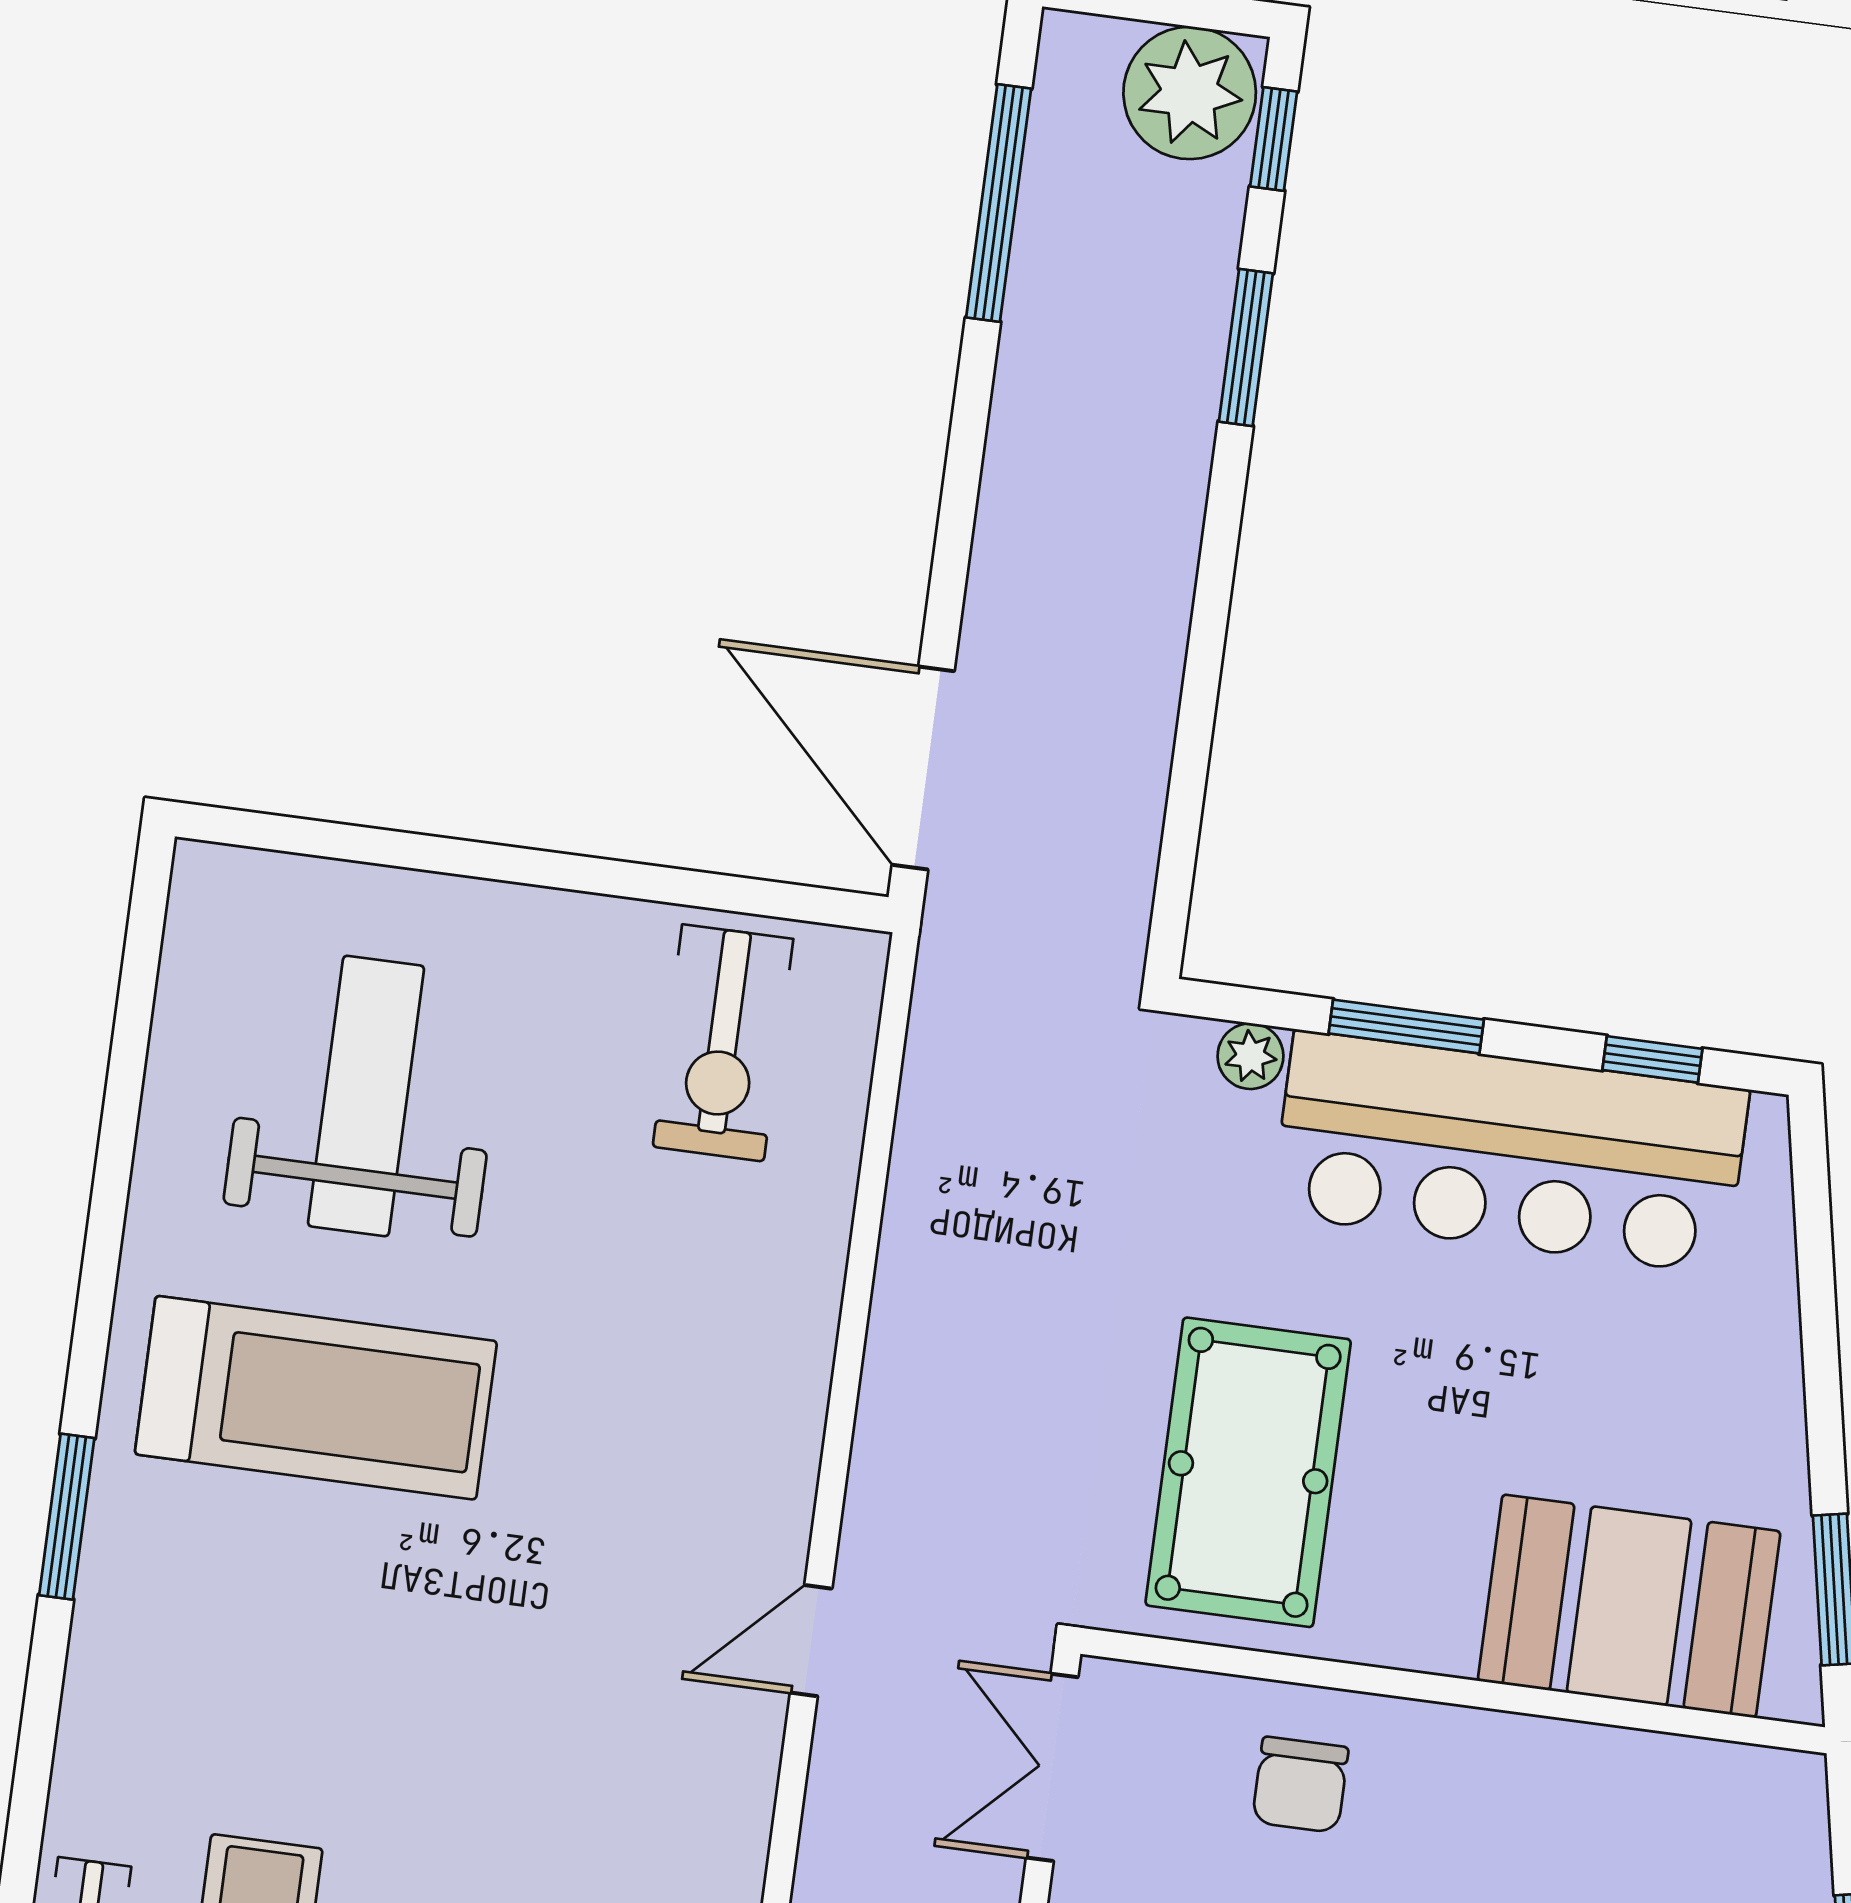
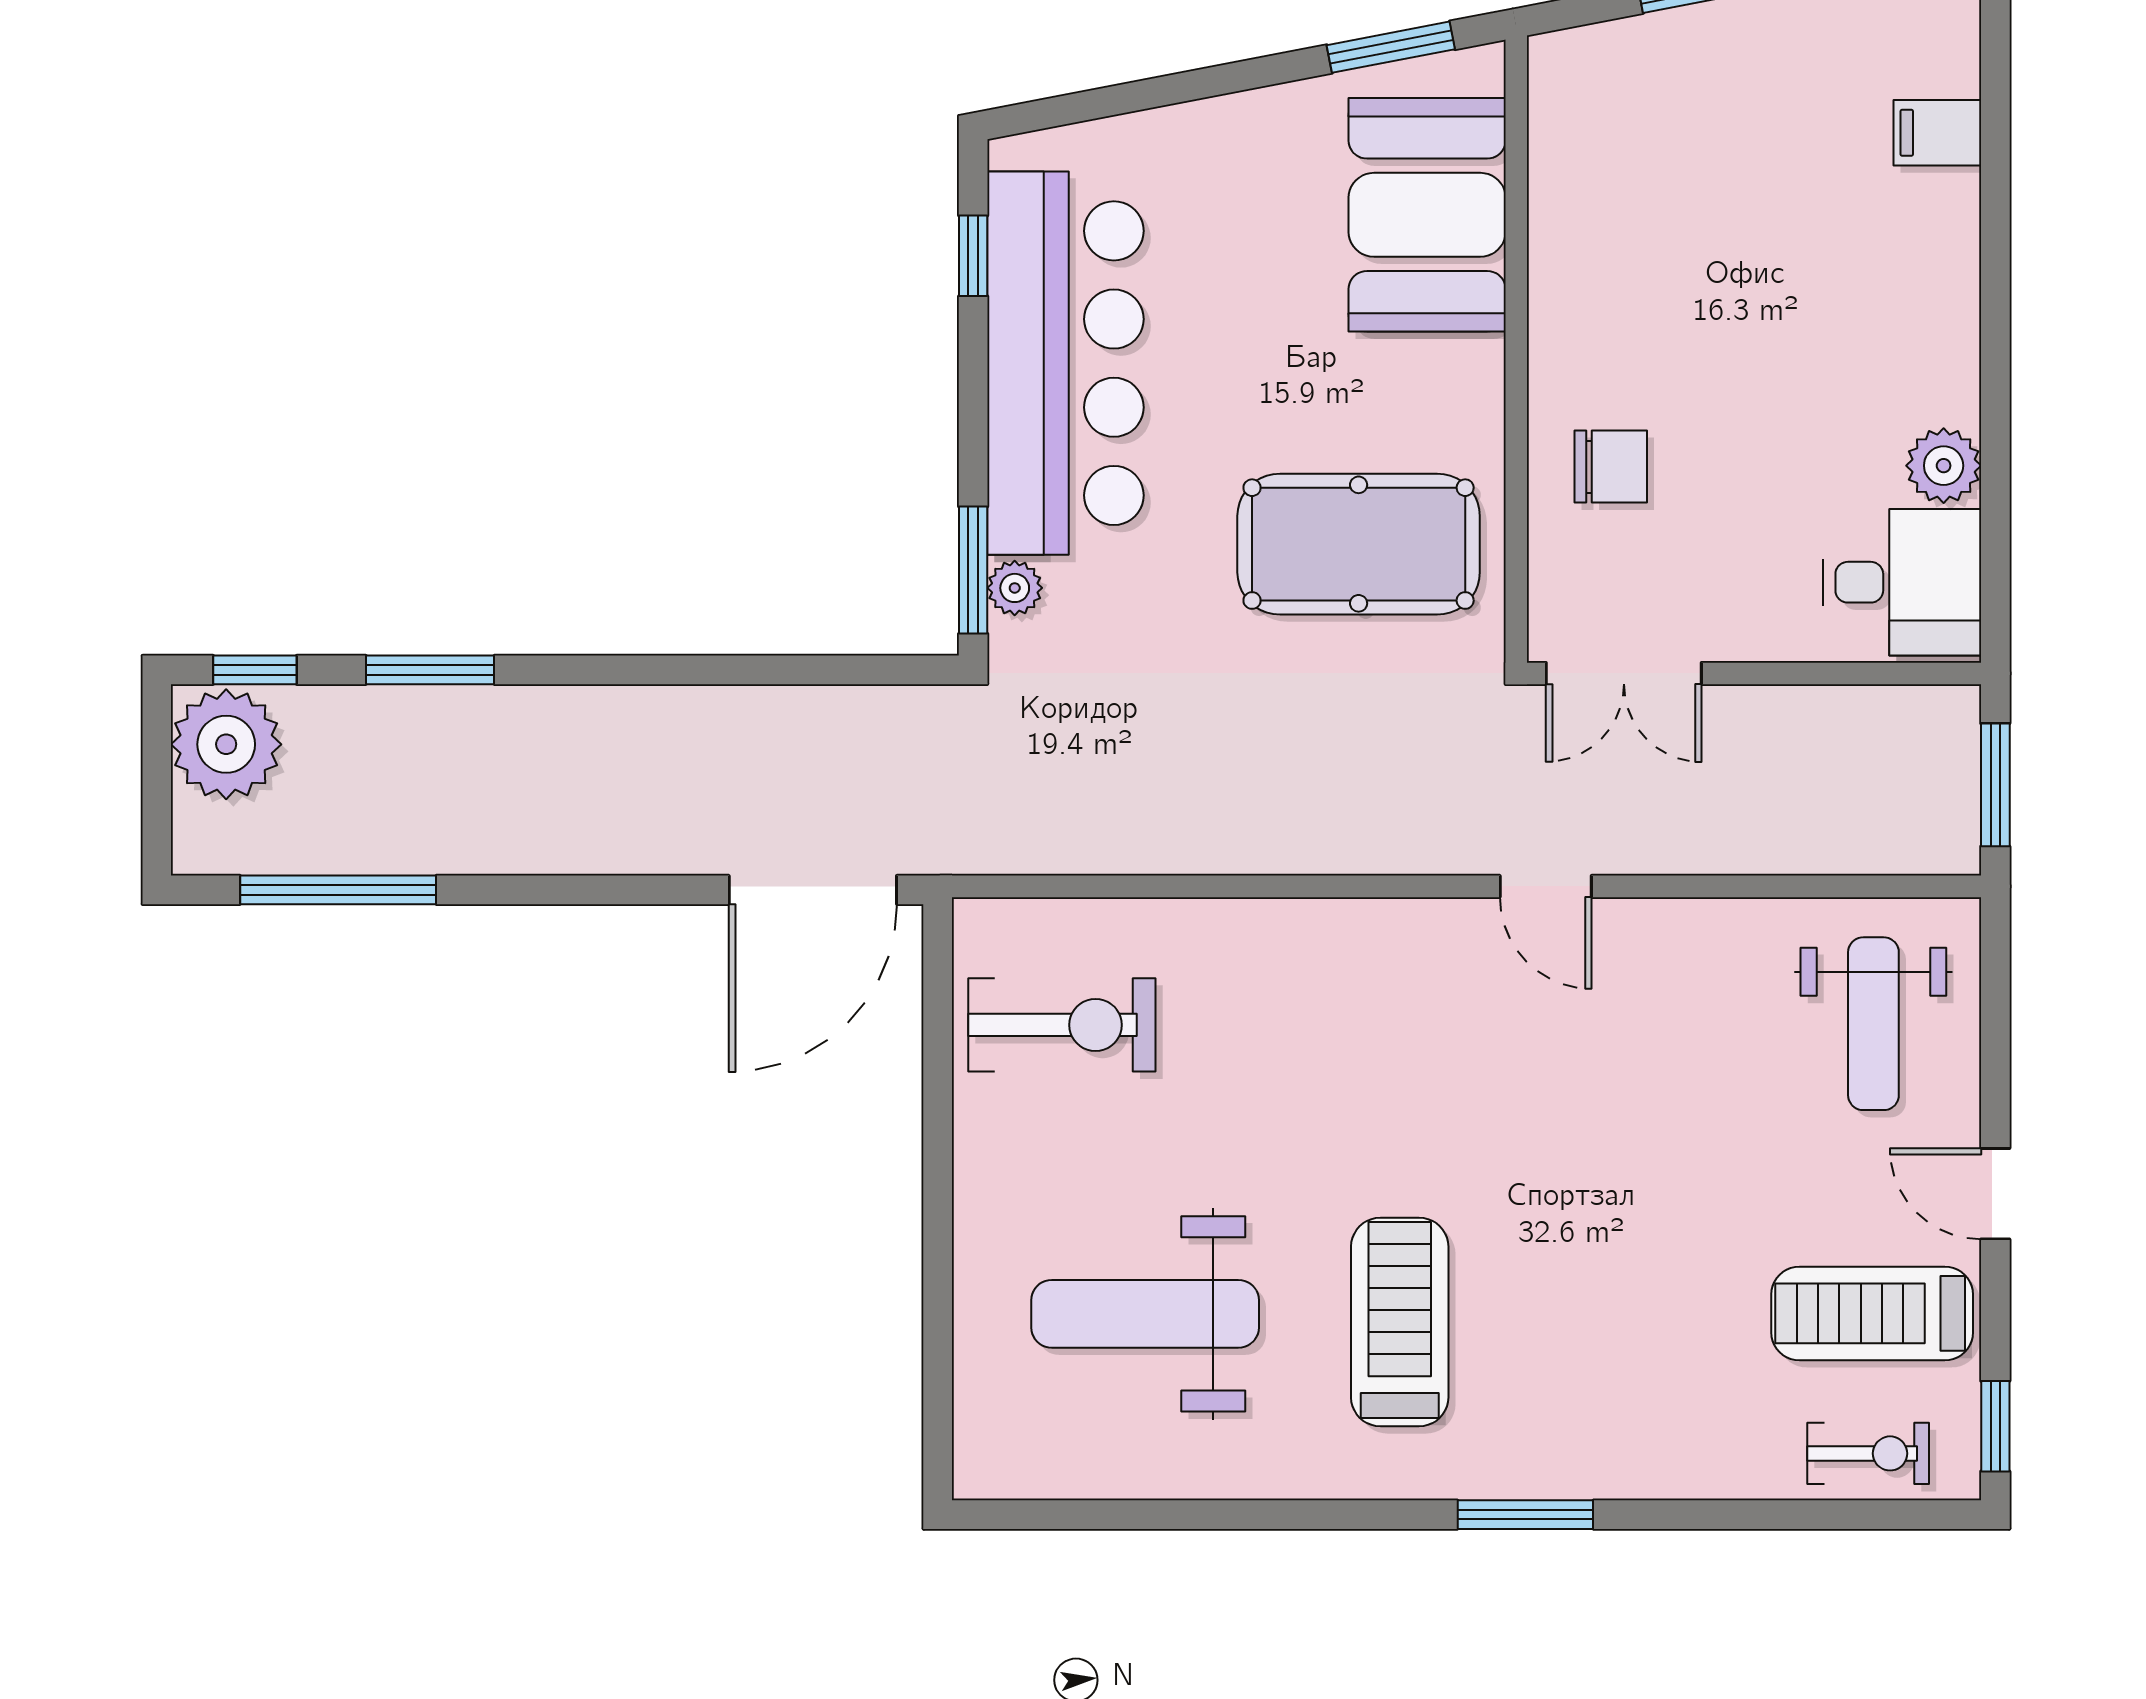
window: (1406, 1027) -> (973, 570), moved
treadmill: (316, 1398) -> (1400, 1322), width x0.73, depth x0.73

